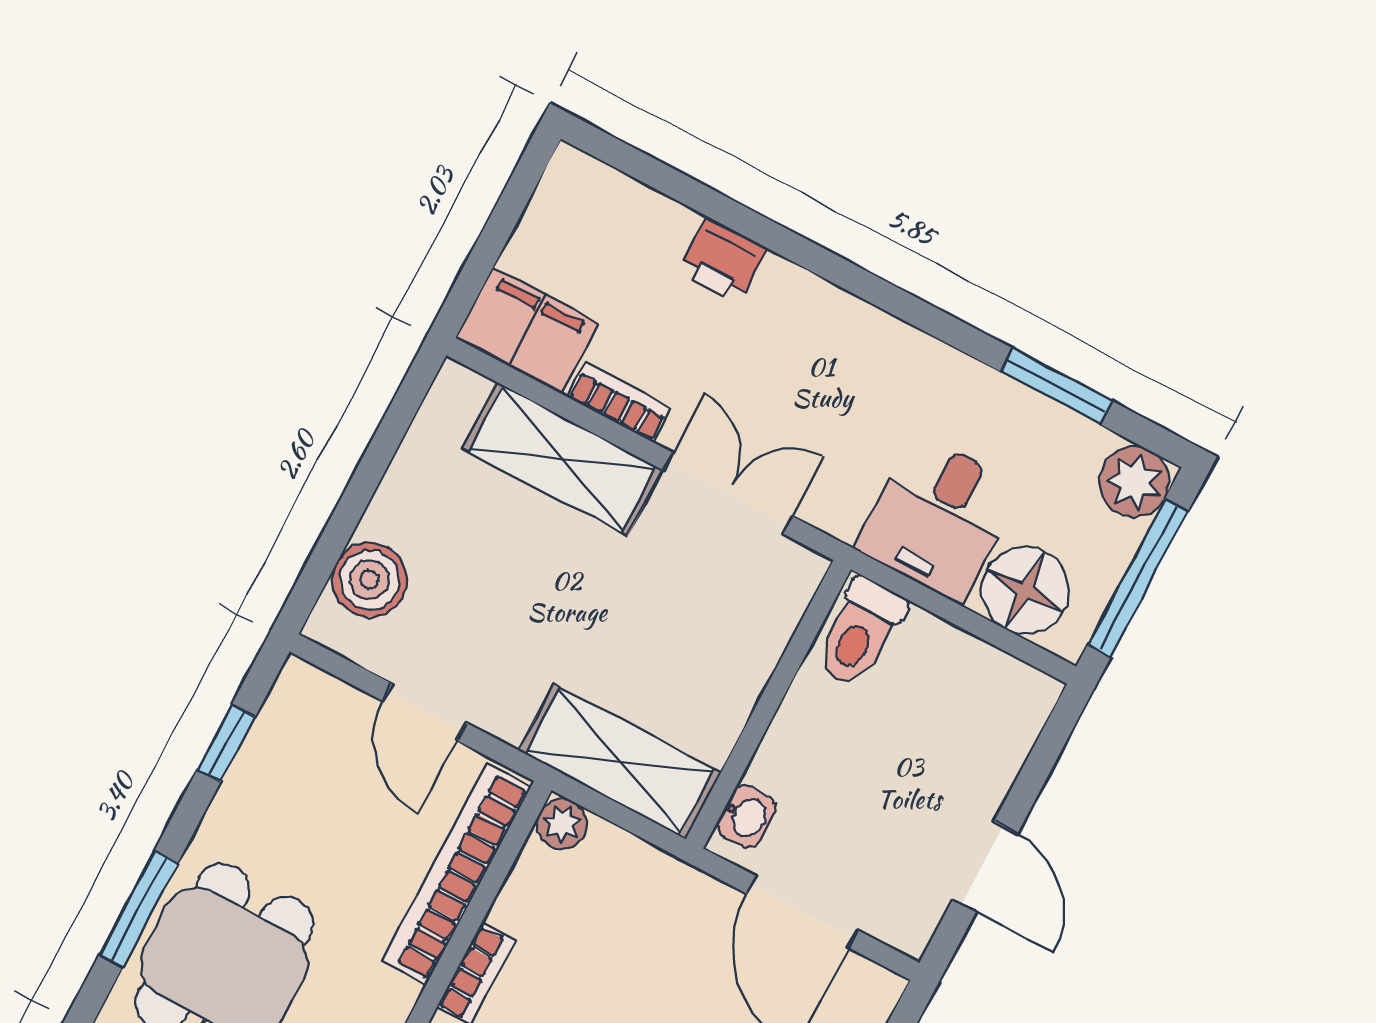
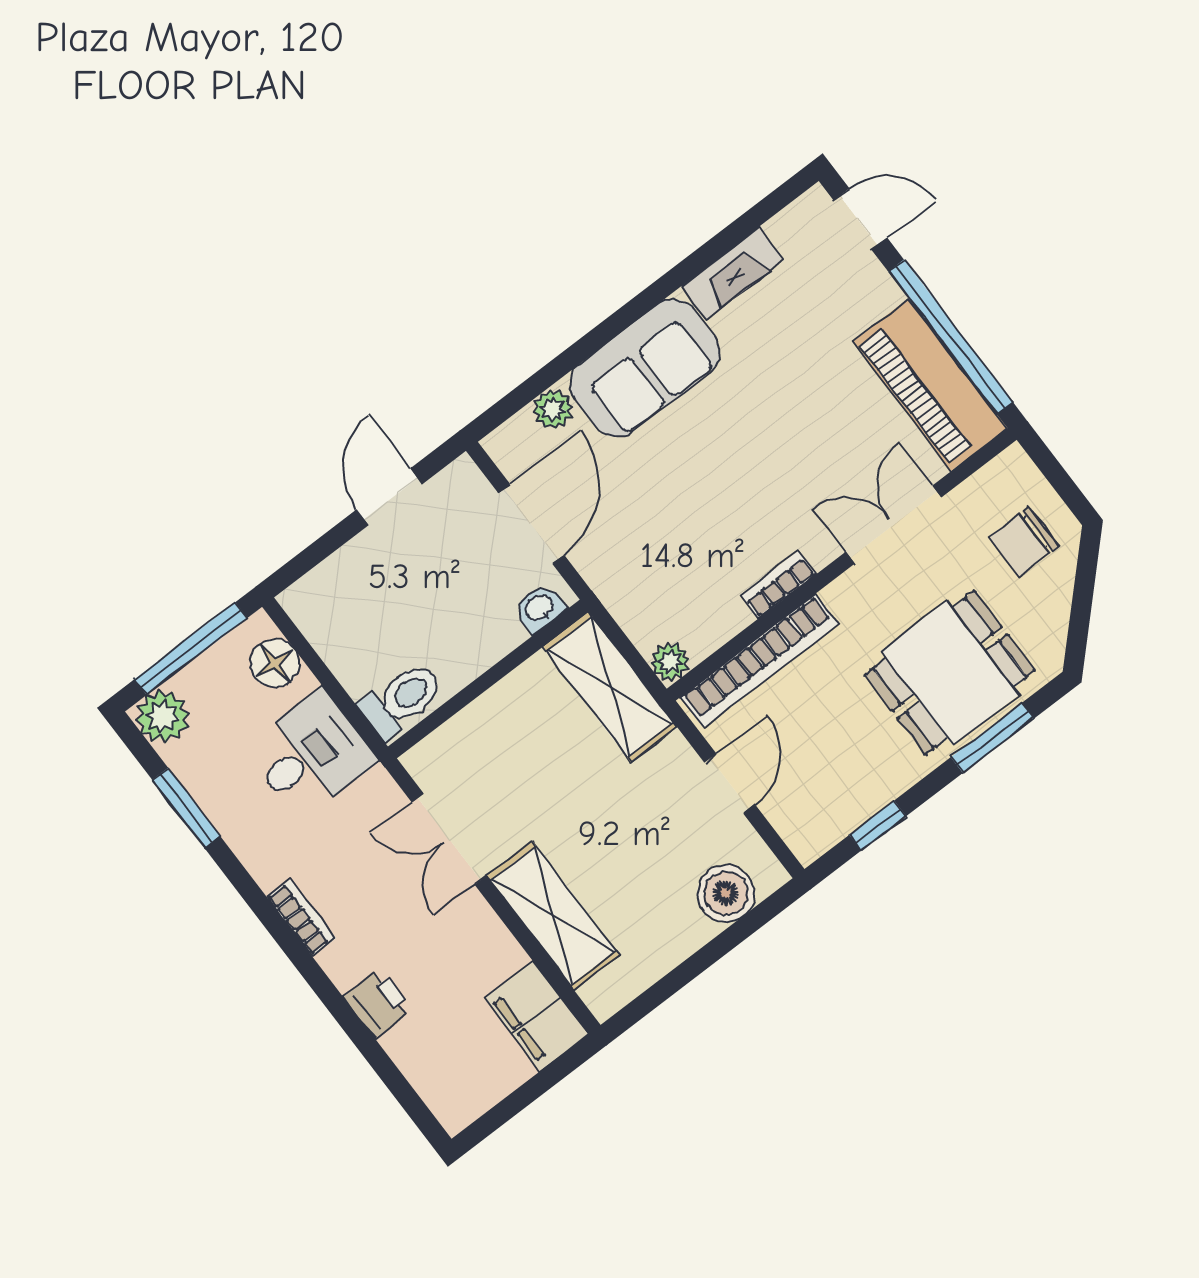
bookcase: (619, 402) -> (301, 917), moved, turned 180
floor lamp: (1025, 590) -> (275, 663), width x0.73, depth x0.73

